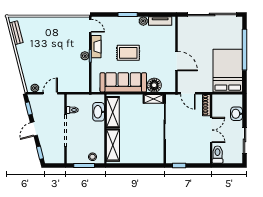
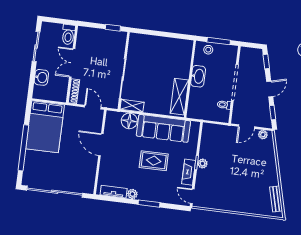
washbasin: (99, 112) -> (198, 76), moved
shelving: (113, 145) -> (184, 60), removed

